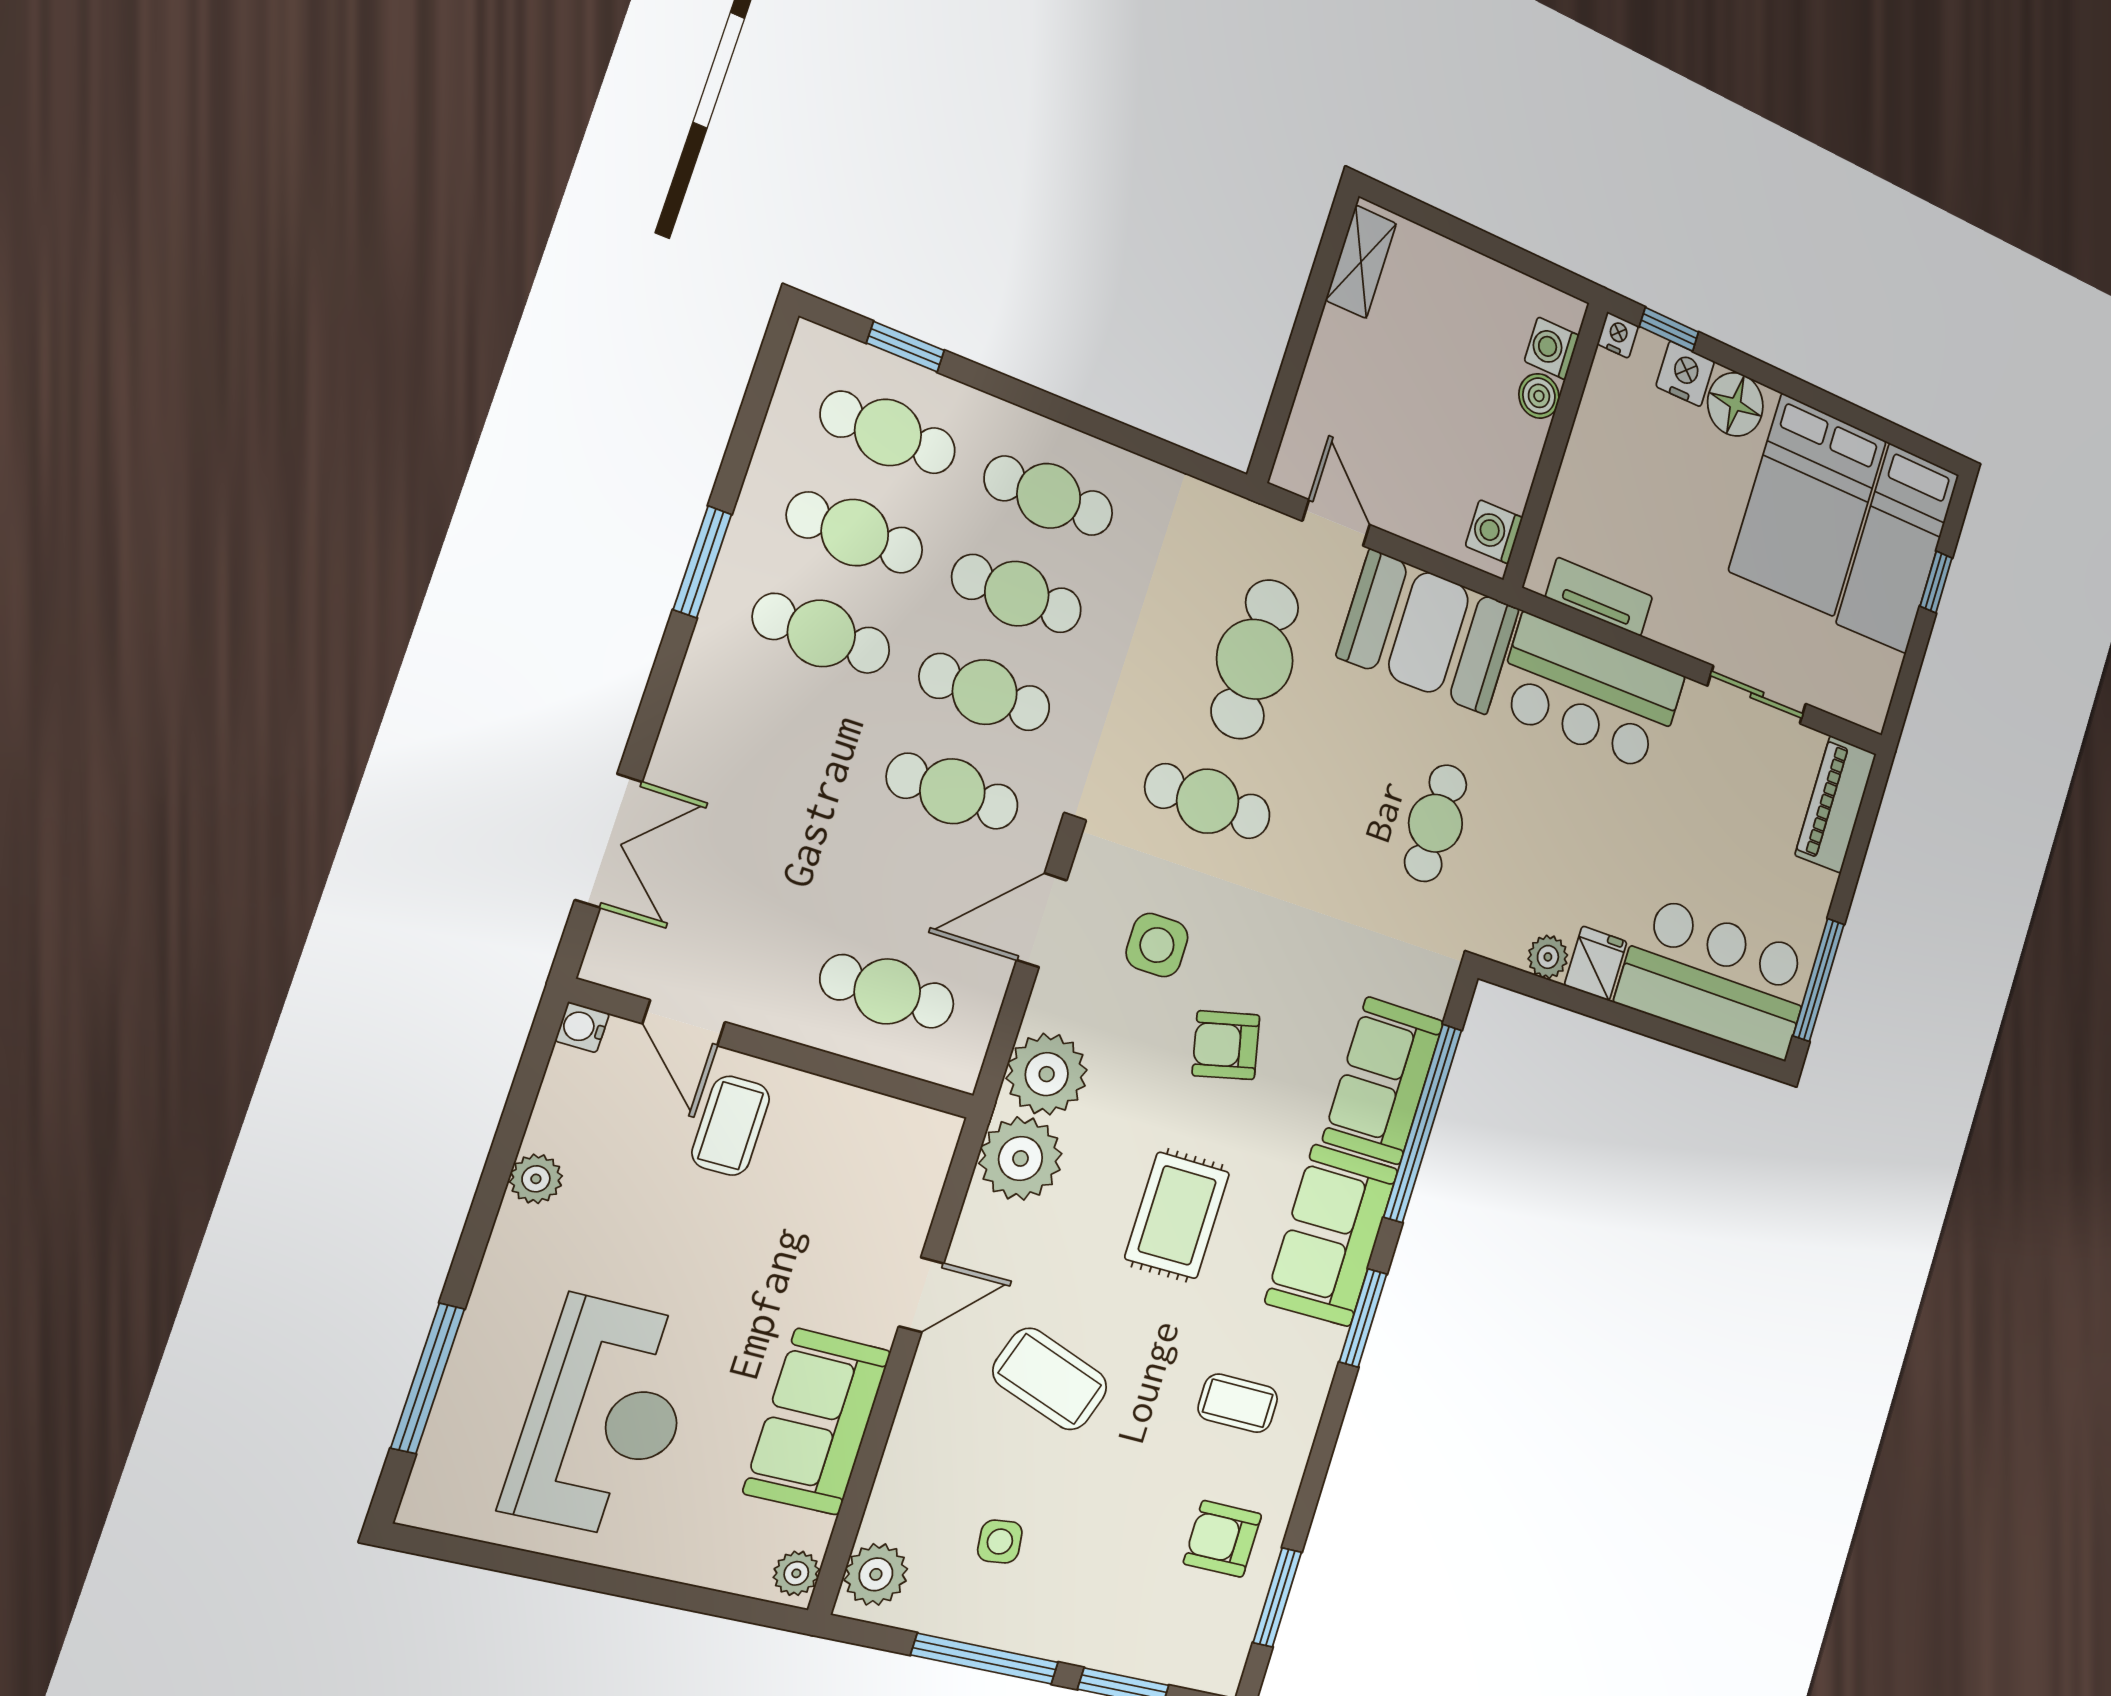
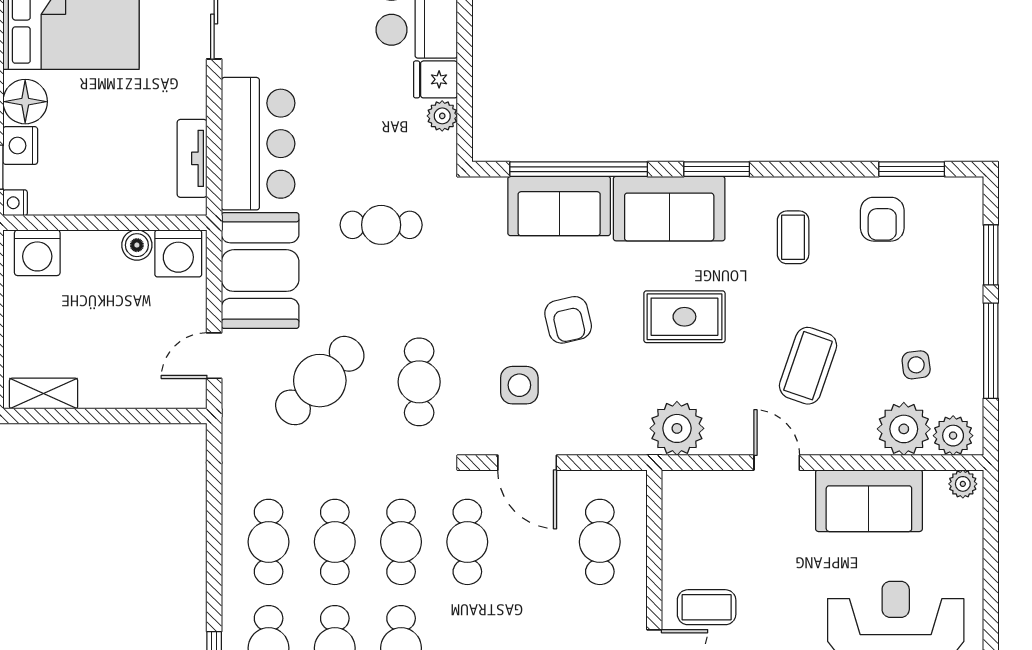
washing machine: (1552, 348) -> (37, 253), width x1.38, depth x1.38
boiler: (1539, 396) -> (137, 245), moved
washing machine: (1494, 532) -> (178, 253), width x1.38, depth x1.38
cafe table: (1255, 659) -> (320, 381), turned -45
plant: (1047, 1074) -> (904, 429), moved

